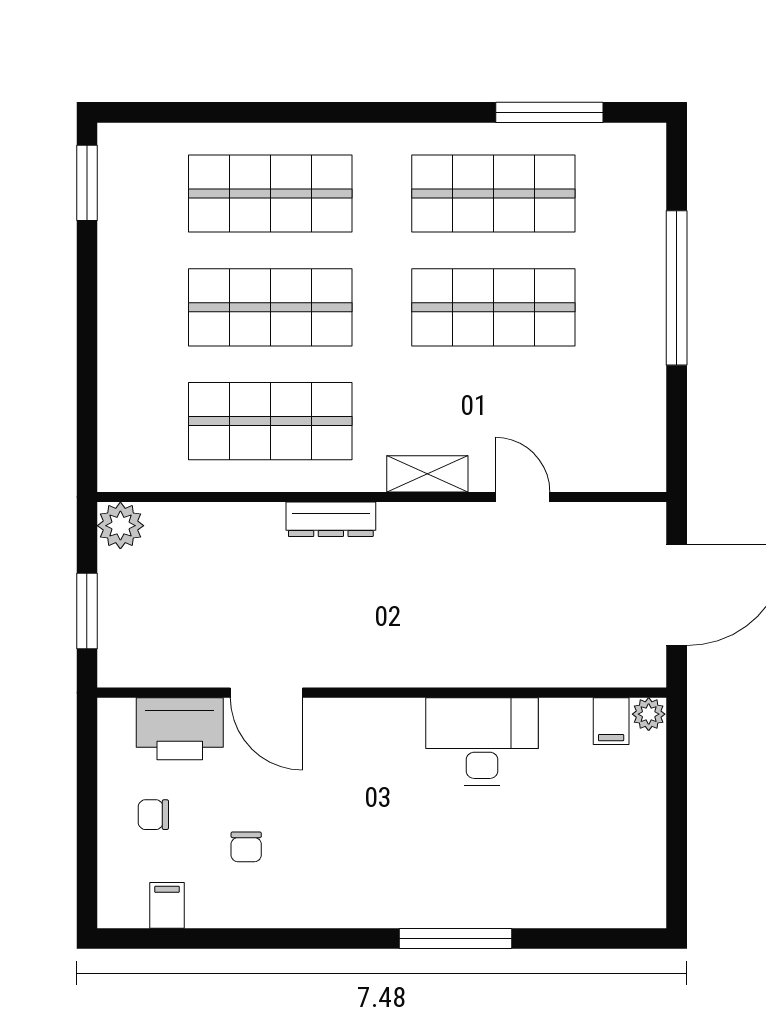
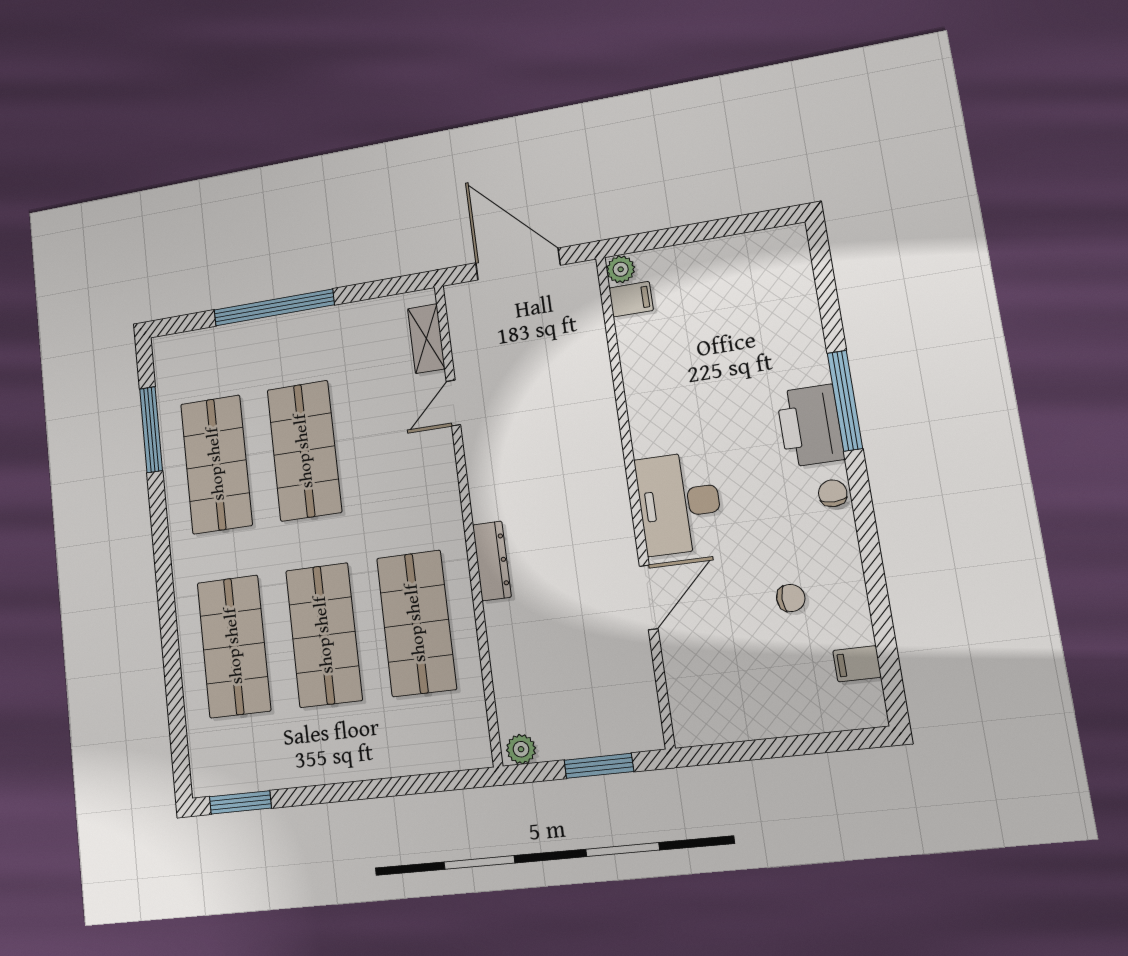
shelving: (427, 474) -> (426, 339), moved
plant: (120, 526) -> (521, 749), width x0.73, depth x0.73
printer: (180, 729) -> (810, 426), moved, turned 180
desk: (482, 742) -> (679, 503), moved
chair: (153, 815) -> (833, 493), moved, turned 180

